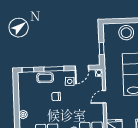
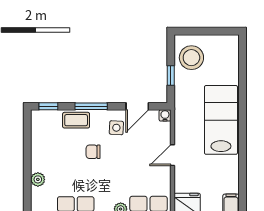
stool: (126, 33) -> (191, 58), moved

